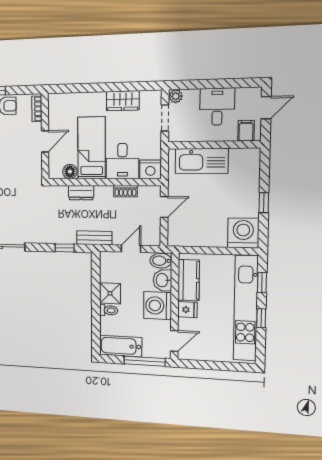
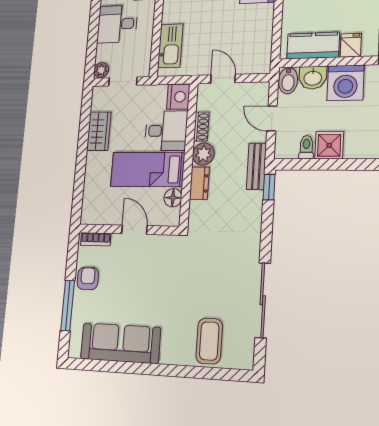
kitchen sink: (202, 161) -> (170, 46), width x0.73, depth x0.81
plant: (104, 194) -> (203, 154), added
window: (65, 248) -> (269, 187), moved
toilet: (109, 310) -> (306, 147), moved

